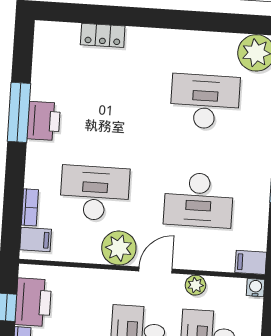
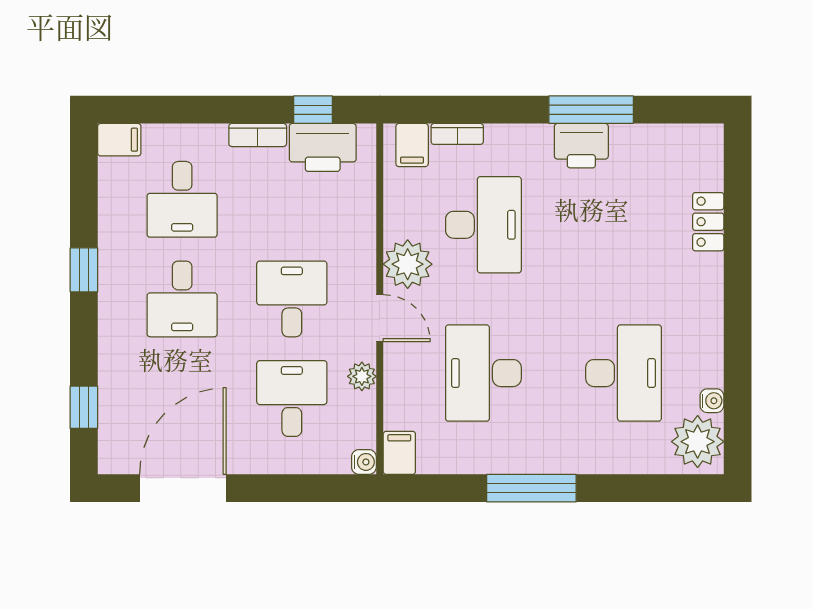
water cooler: (228, 41) -> (712, 401), added

